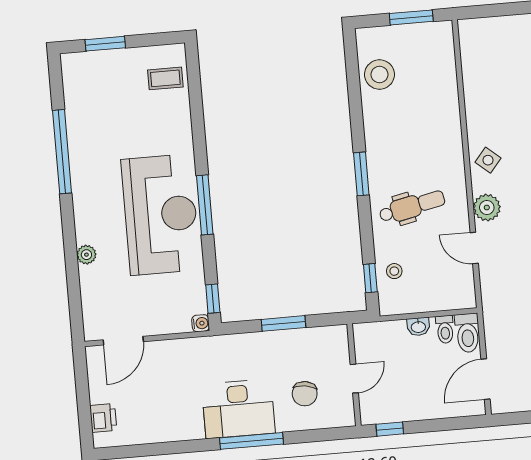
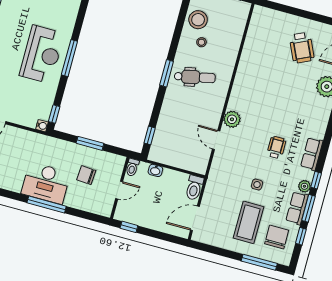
side table: (488, 160) -> (243, 92), removed
dental chair: (412, 207) -> (195, 77), moved
reception desk: (161, 215) -> (42, 54), width x0.74, depth x0.77
stool: (394, 271) -> (201, 42), moved
washbasin: (418, 327) -> (155, 170), moved
toilet: (445, 329) -> (132, 167), moved
chair: (305, 394) -> (86, 175), moved, turned 85

